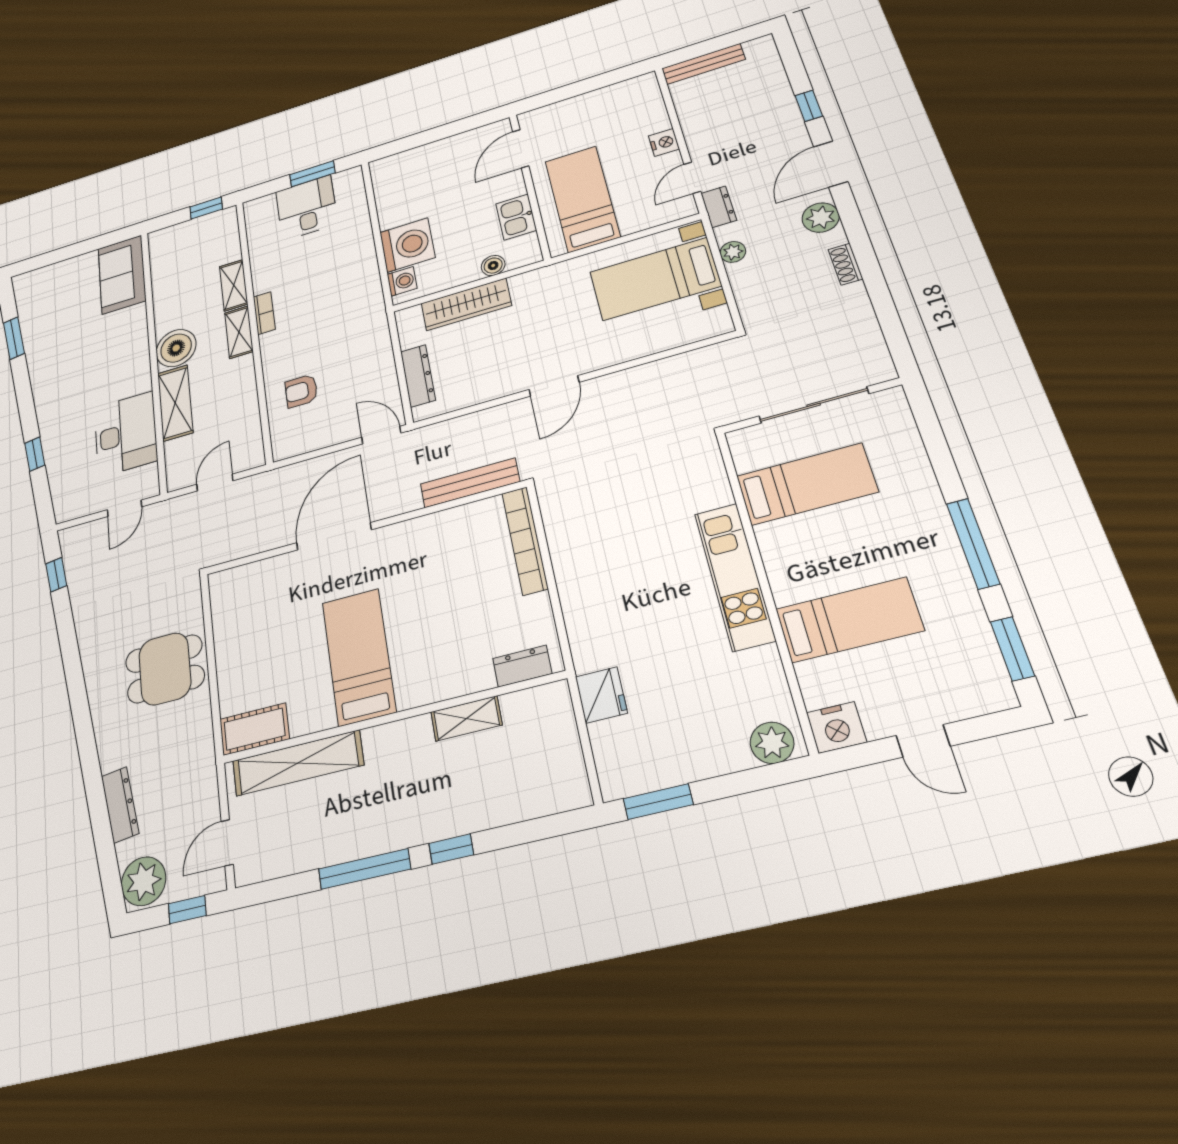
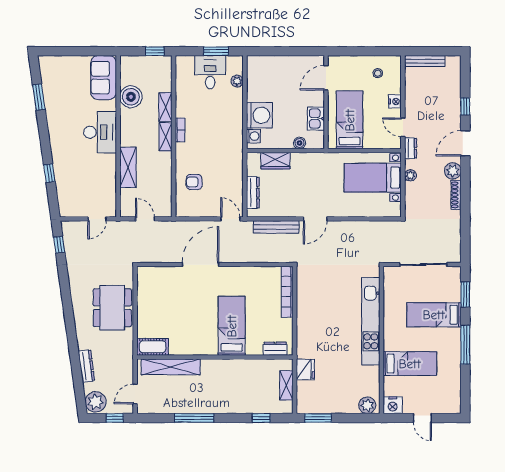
stool: (618, 111) -> (378, 73), added
door: (692, 178) -> (403, 127), hinge flipped
plant: (357, 205) -> (237, 81), added
shoe rack: (846, 264) -> (456, 195), width x1.43
wardrobe: (466, 304) -> (275, 161), width x0.67
boiler: (176, 348) -> (131, 97), moved
desk: (126, 434) -> (100, 132), moved
door: (215, 483) -> (145, 219), hinge flipped
bench: (470, 483) -> (276, 227), moved
bed: (807, 484) -> (434, 315), moved, turned 180
kitchen unit: (735, 576) -> (371, 321), width x1.36
window: (1012, 649) -> (465, 294), moved
bed: (359, 657) -> (232, 326), moved
dining table: (165, 669) -> (112, 308), width x1.38
shelving: (466, 718) -> (286, 385), moved, turned 90
window: (451, 849) -> (261, 418), moved

